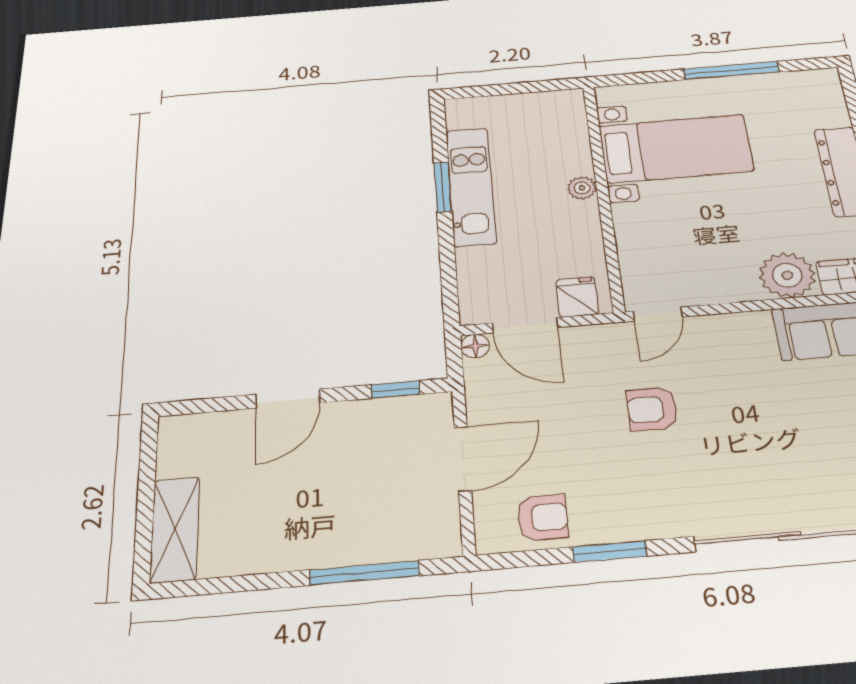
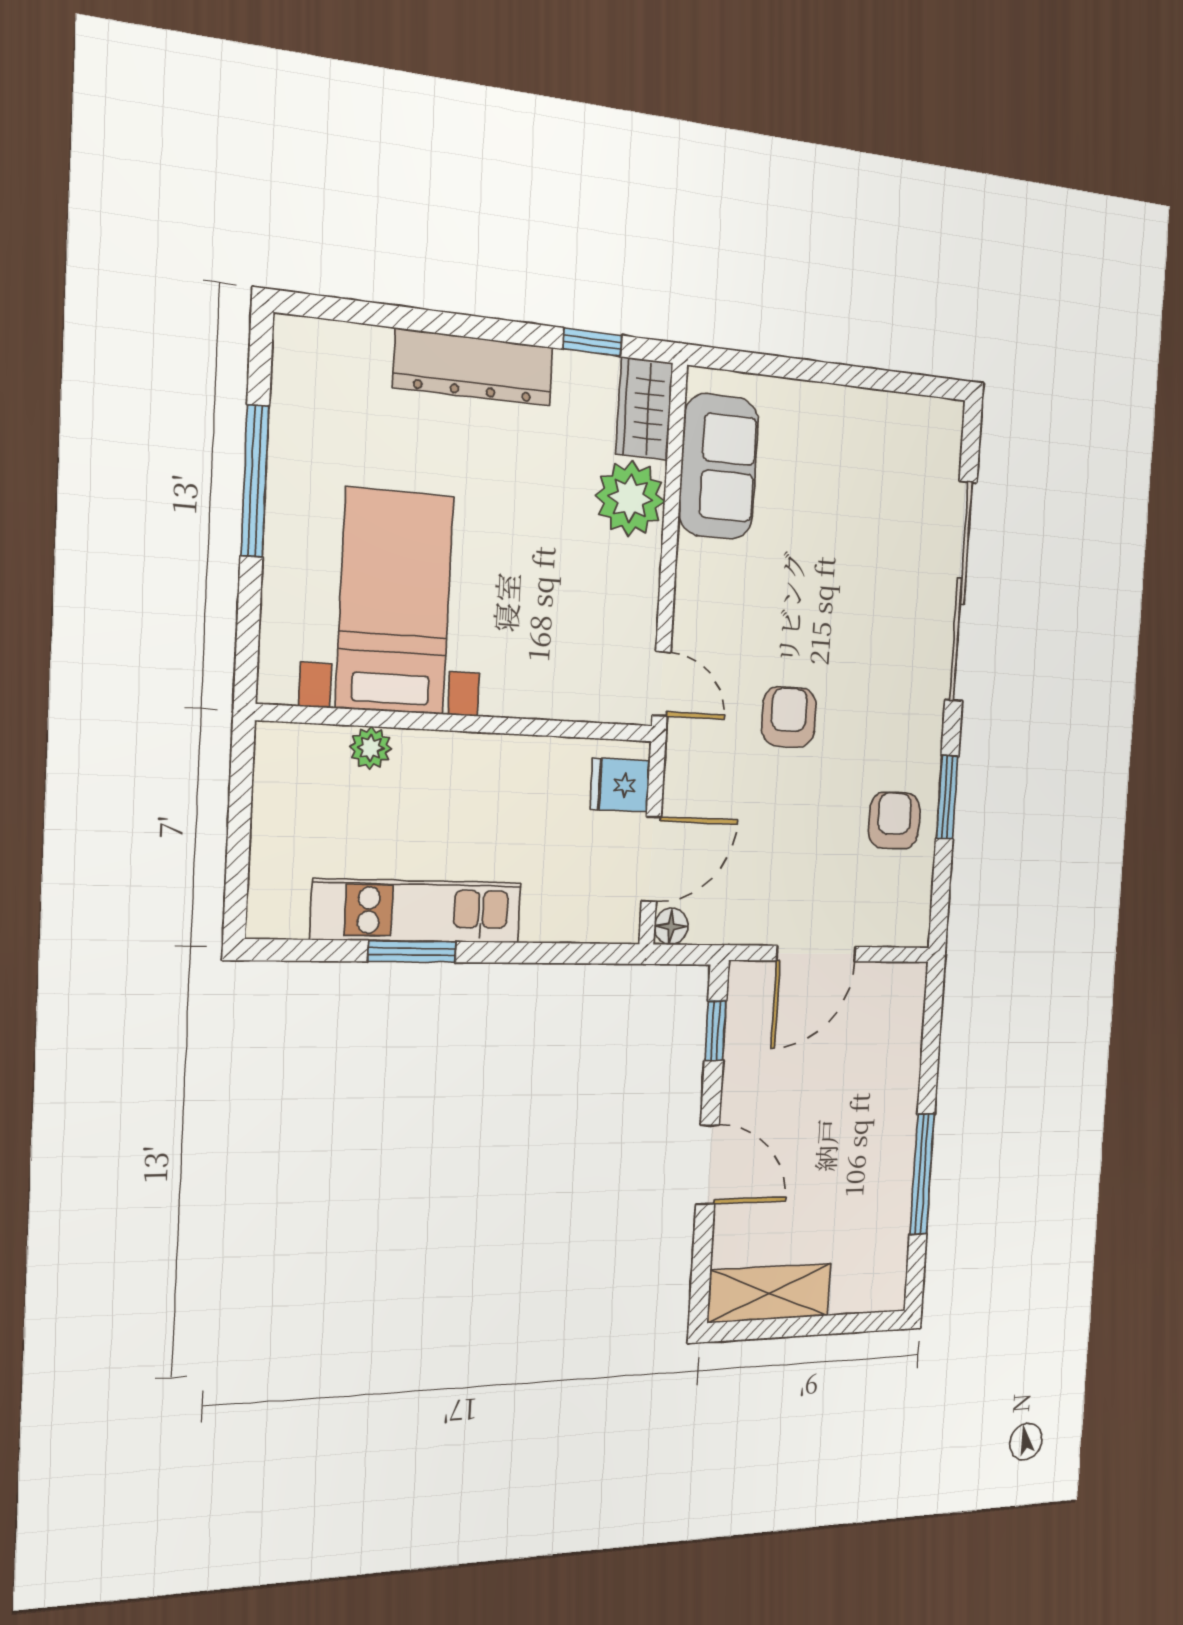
plant: (582, 188) -> (371, 748), moved
armchair: (652, 409) -> (789, 717), turned 180
door: (463, 459) -> (816, 954), swing flipped
armchair: (543, 518) -> (894, 820), moved
shelving: (175, 529) -> (769, 1293), moved
window: (364, 573) -> (922, 1174), moved

